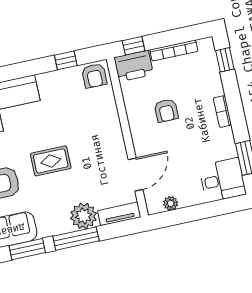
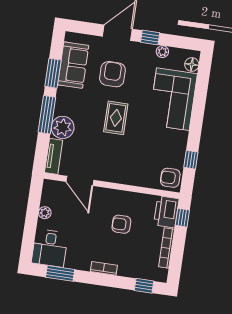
plant: (171, 203) -> (45, 213), moved

